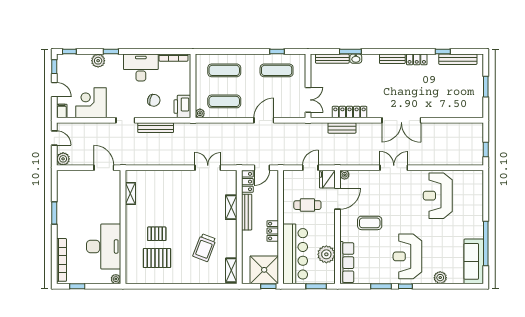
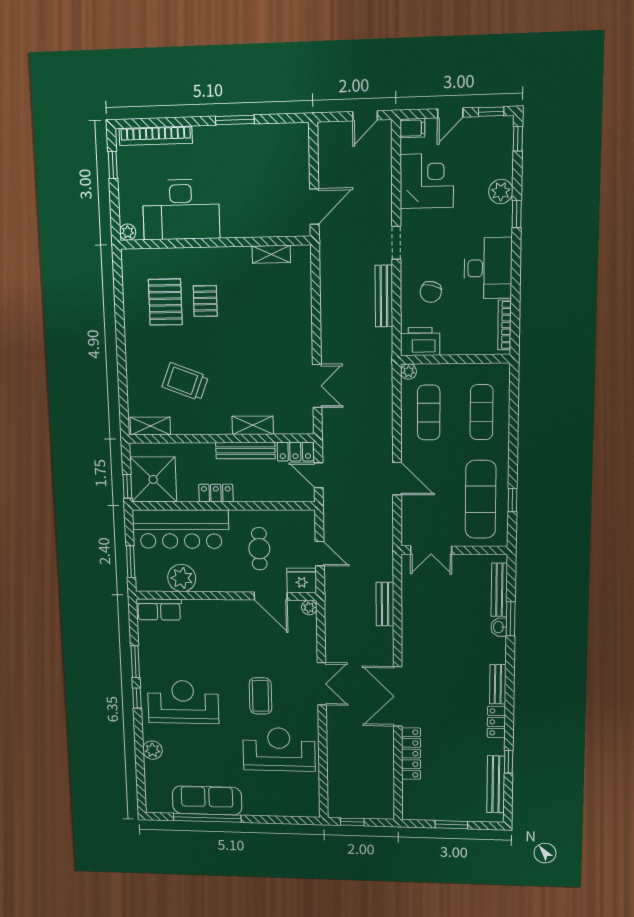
exercise mat: (277, 70) -> (481, 499), width x1.36, depth x1.45
locker: (350, 112) -> (411, 754), moved
plant: (63, 159) -> (329, 133), removed
coffee table: (370, 223) -> (260, 696), moved
sofa: (474, 261) -> (207, 800), moved
row of seats: (347, 263) -> (159, 609), width x0.68

